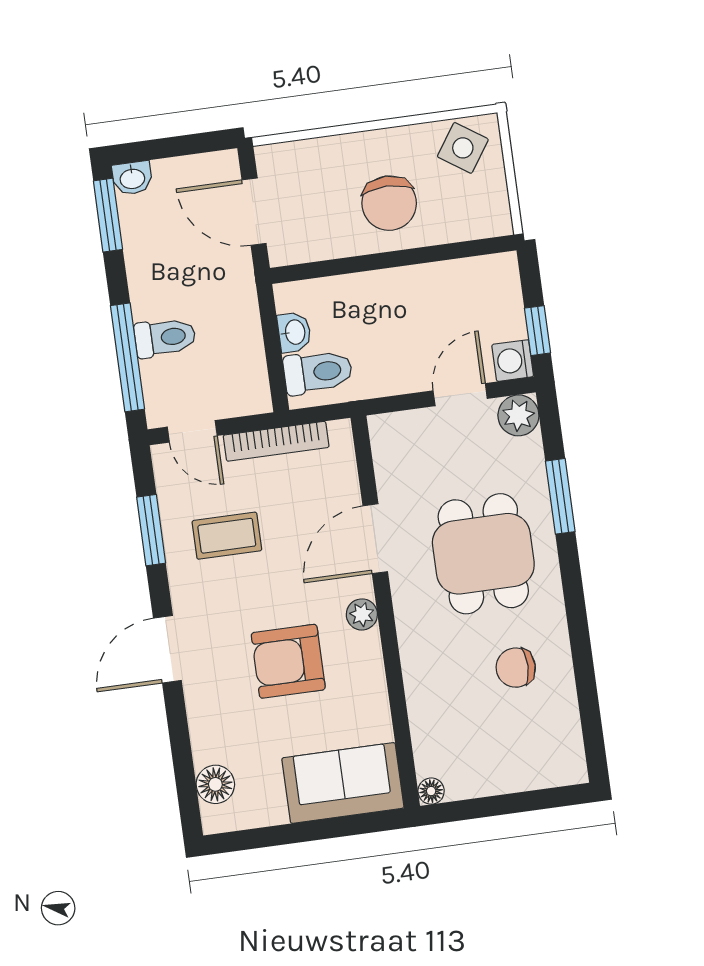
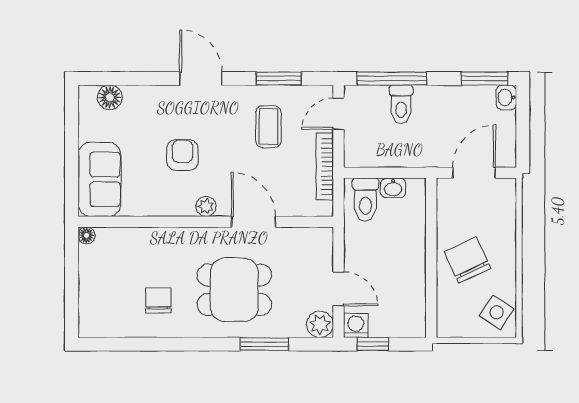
chair: (389, 203) -> (468, 260), turned 65
armchair: (288, 661) -> (182, 155), width x0.72, depth x0.72

